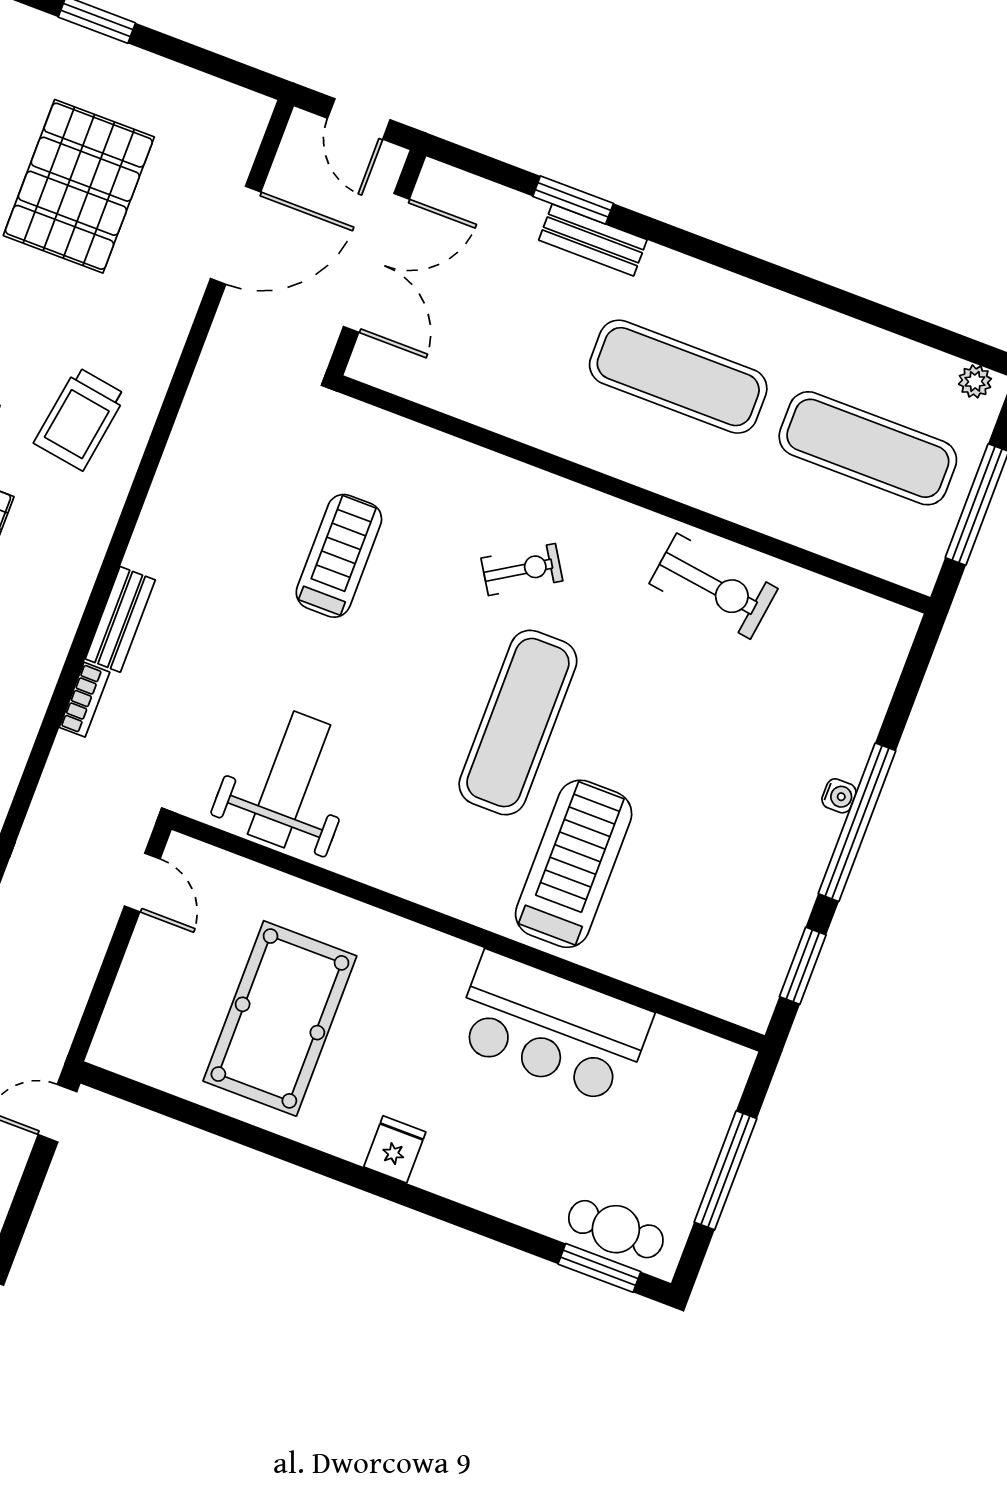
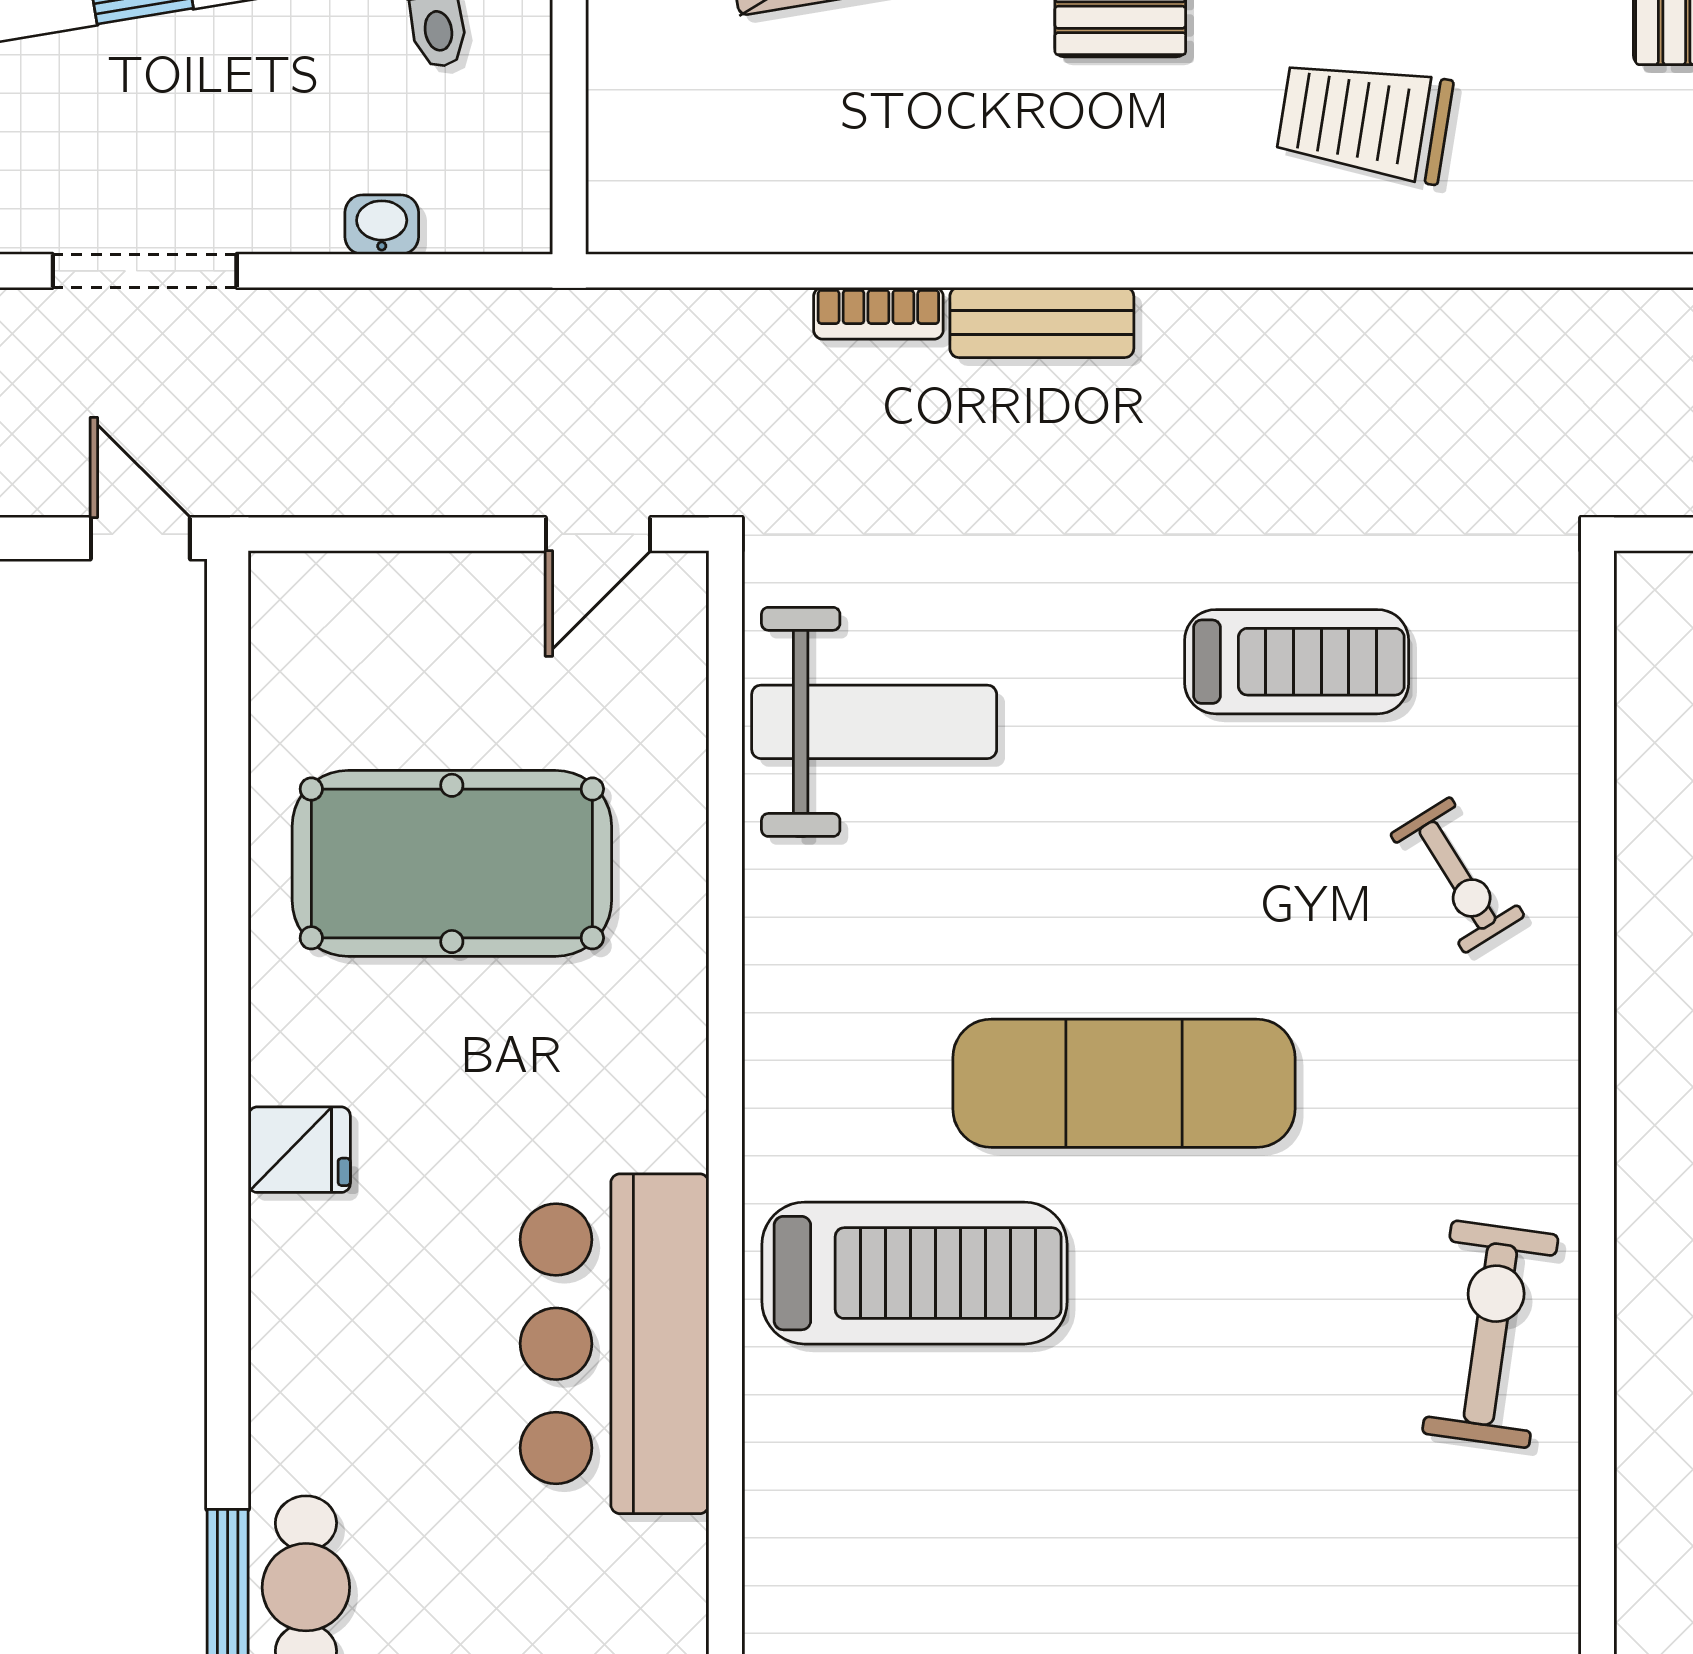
exercise bike: (522, 569) -> (1457, 875), moved
exercise bike: (714, 586) -> (1490, 1334), turned 180

